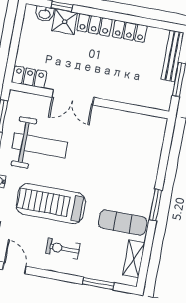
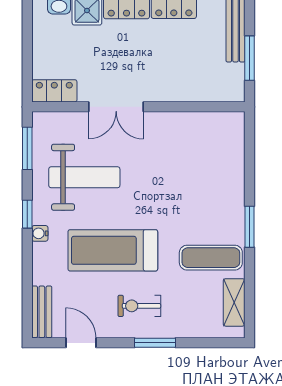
window: (98, 284) -> (155, 343), moved

